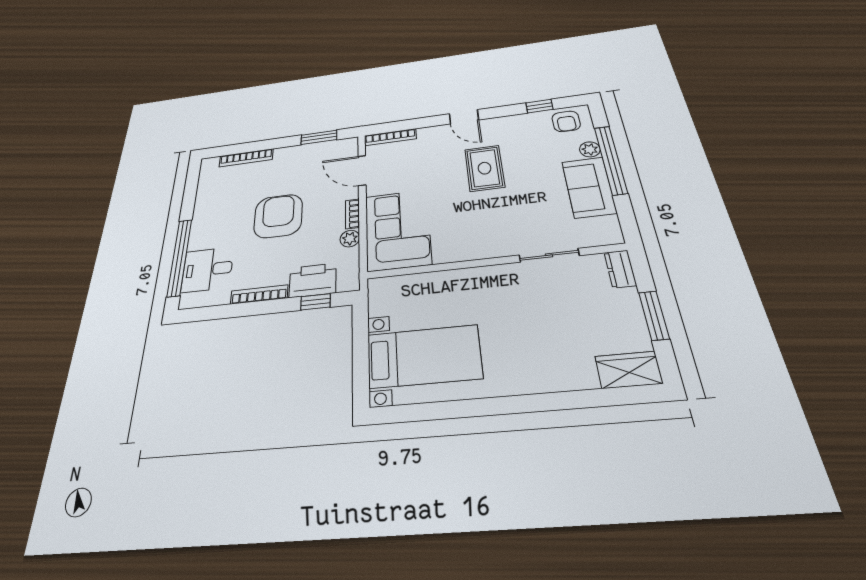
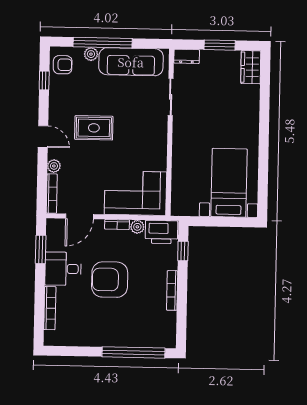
door: (464, 117) -> (43, 137), hinge flipped
plant: (427, 134) -> (54, 166), added
sofa: (589, 187) -> (131, 62), width x1.36
desk: (207, 269) -> (63, 269), moved, turned 90
printer: (313, 280) -> (161, 232), moved, turned -90

